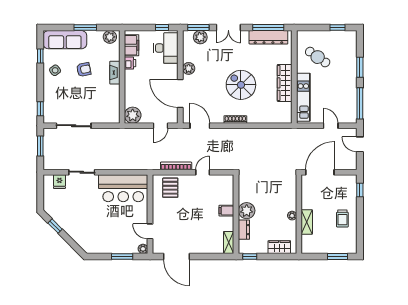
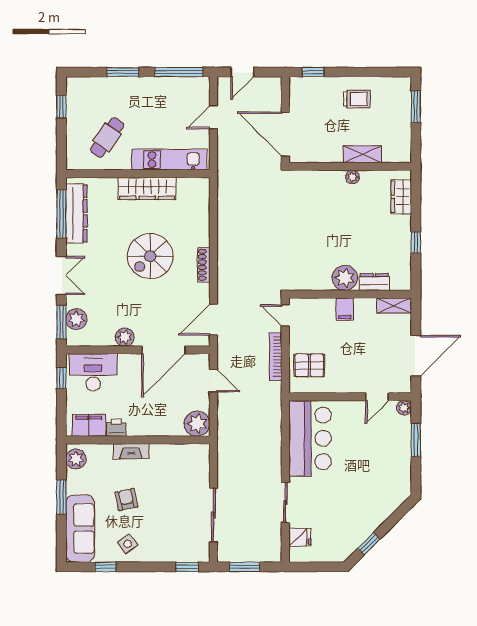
filing cabinet: (226, 211) -> (345, 309), moved
plant: (247, 211) -> (345, 278), moved
wall: (236, 214) -> (350, 294), moved
dresser: (244, 230) -> (374, 282), moved
shelving: (229, 242) -> (394, 306), moved

